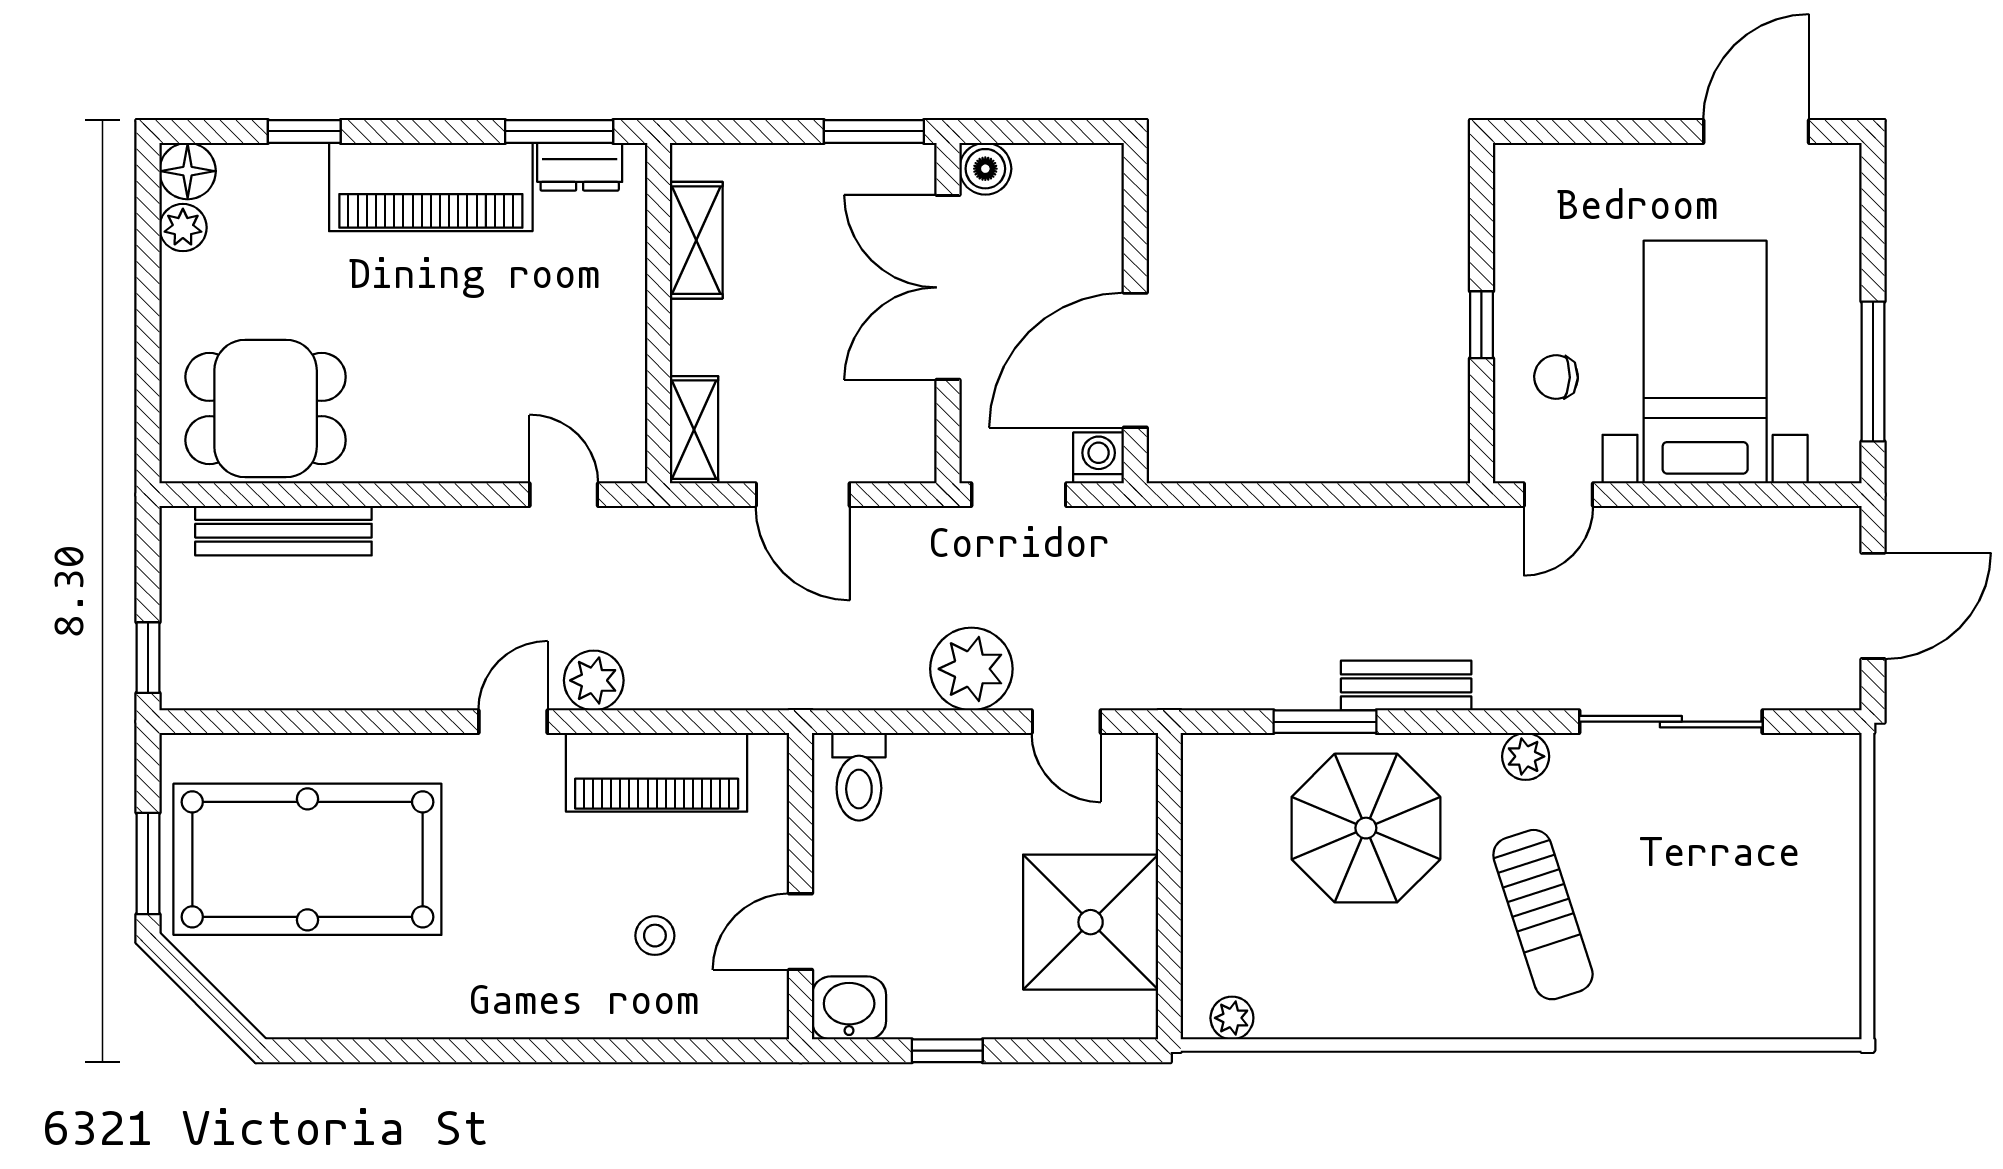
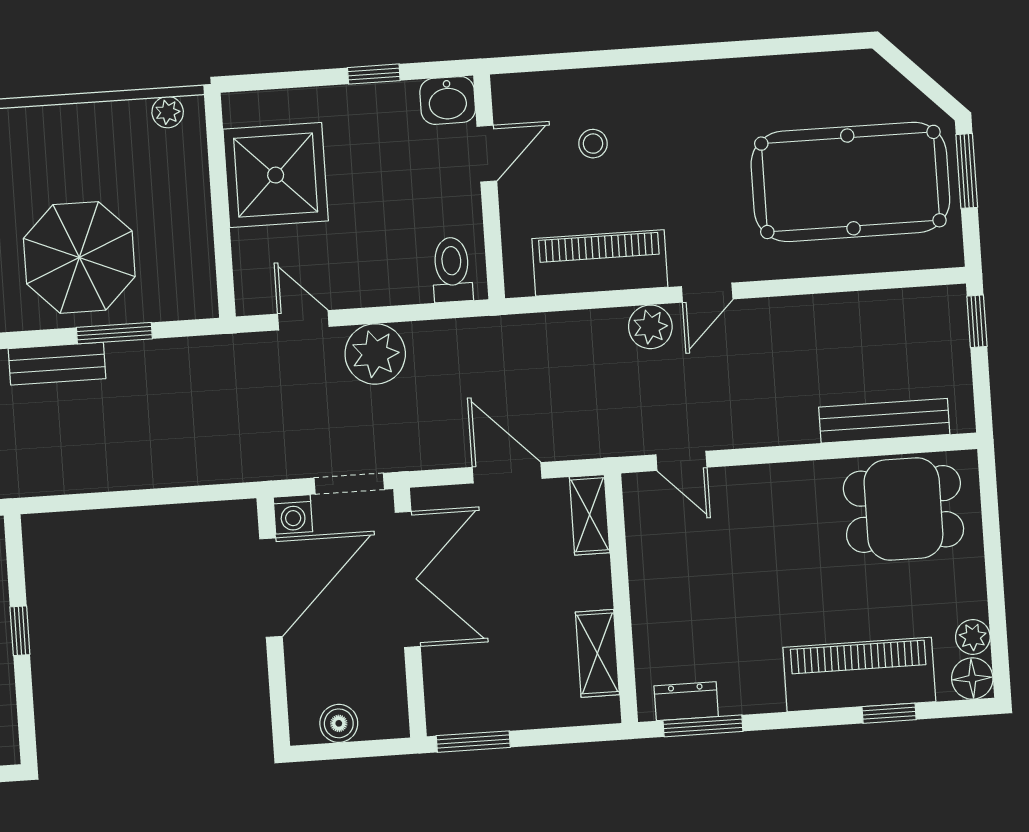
boiler: (985, 169) -> (339, 723), moved
piano: (431, 187) -> (859, 674), moved
double door: (948, 287) -> (408, 579), moved

